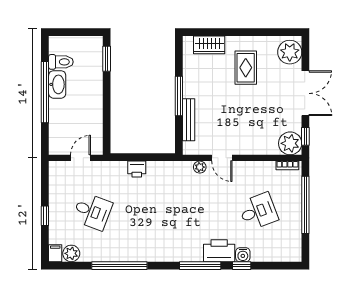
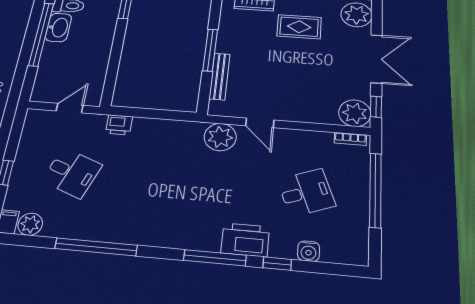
rug: (246, 68) -> (299, 27), turned 90
plant: (200, 167) -> (220, 137), width x1.88, depth x1.88
printer: (137, 169) -> (119, 125), moved
water cooler: (243, 255) -> (309, 251), moved

